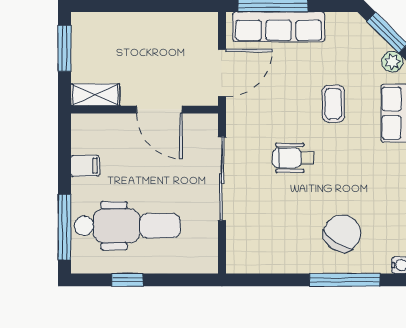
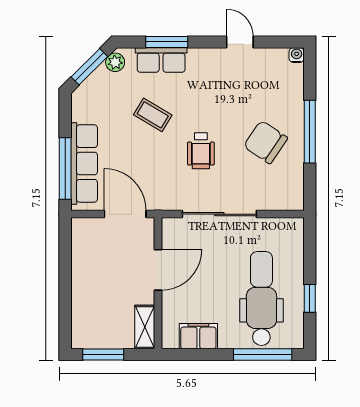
coffee table: (333, 104) -> (153, 115), turned 31
filing cabinet: (85, 166) -> (198, 336), width x2.00
chair: (342, 233) -> (265, 142), moved
window: (345, 280) -> (310, 132), moved

